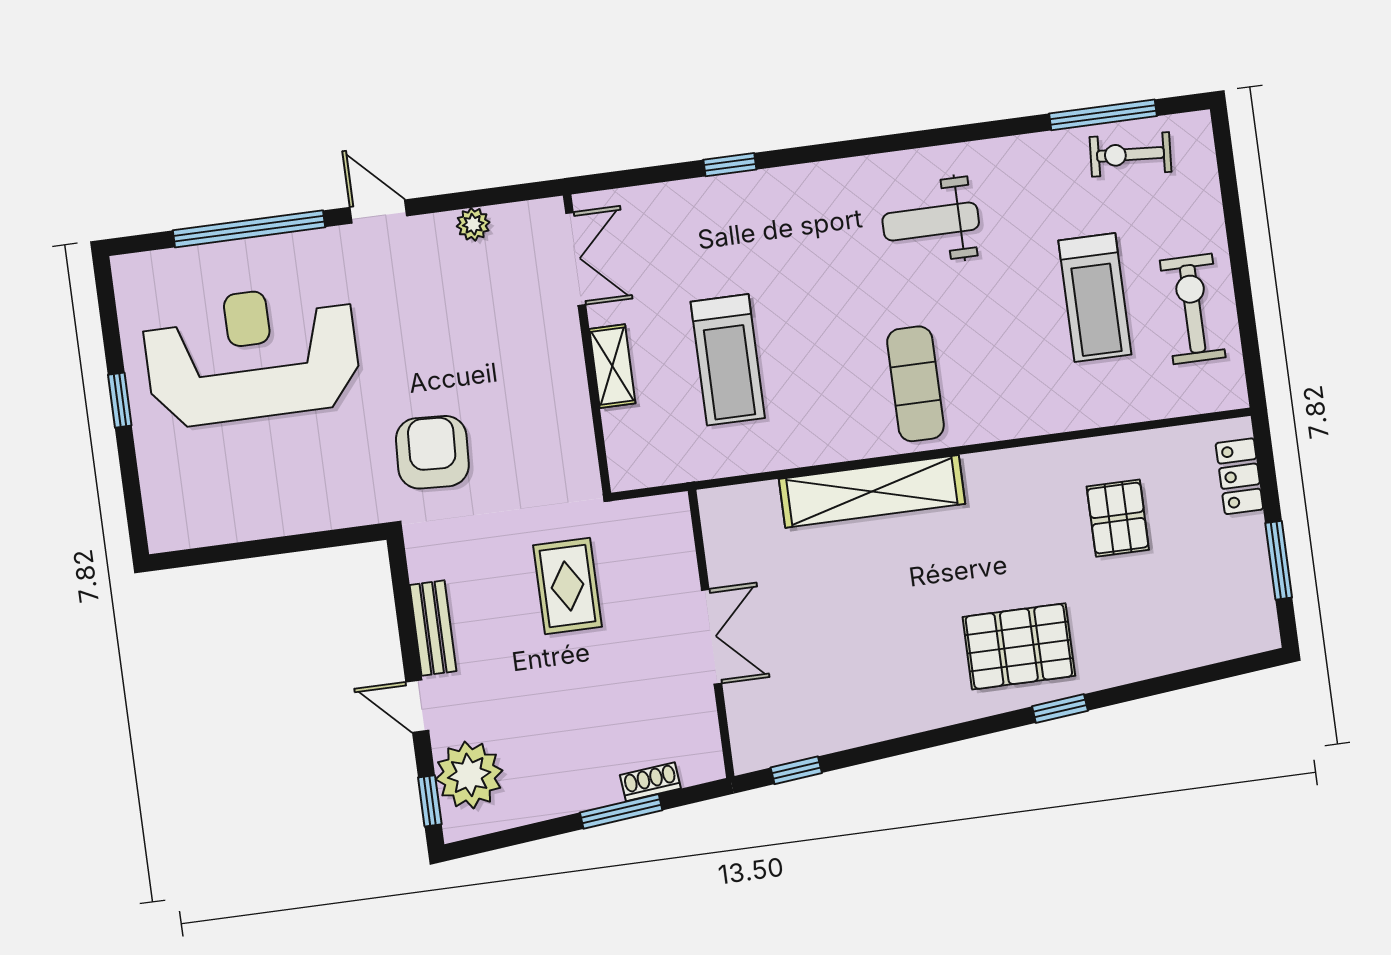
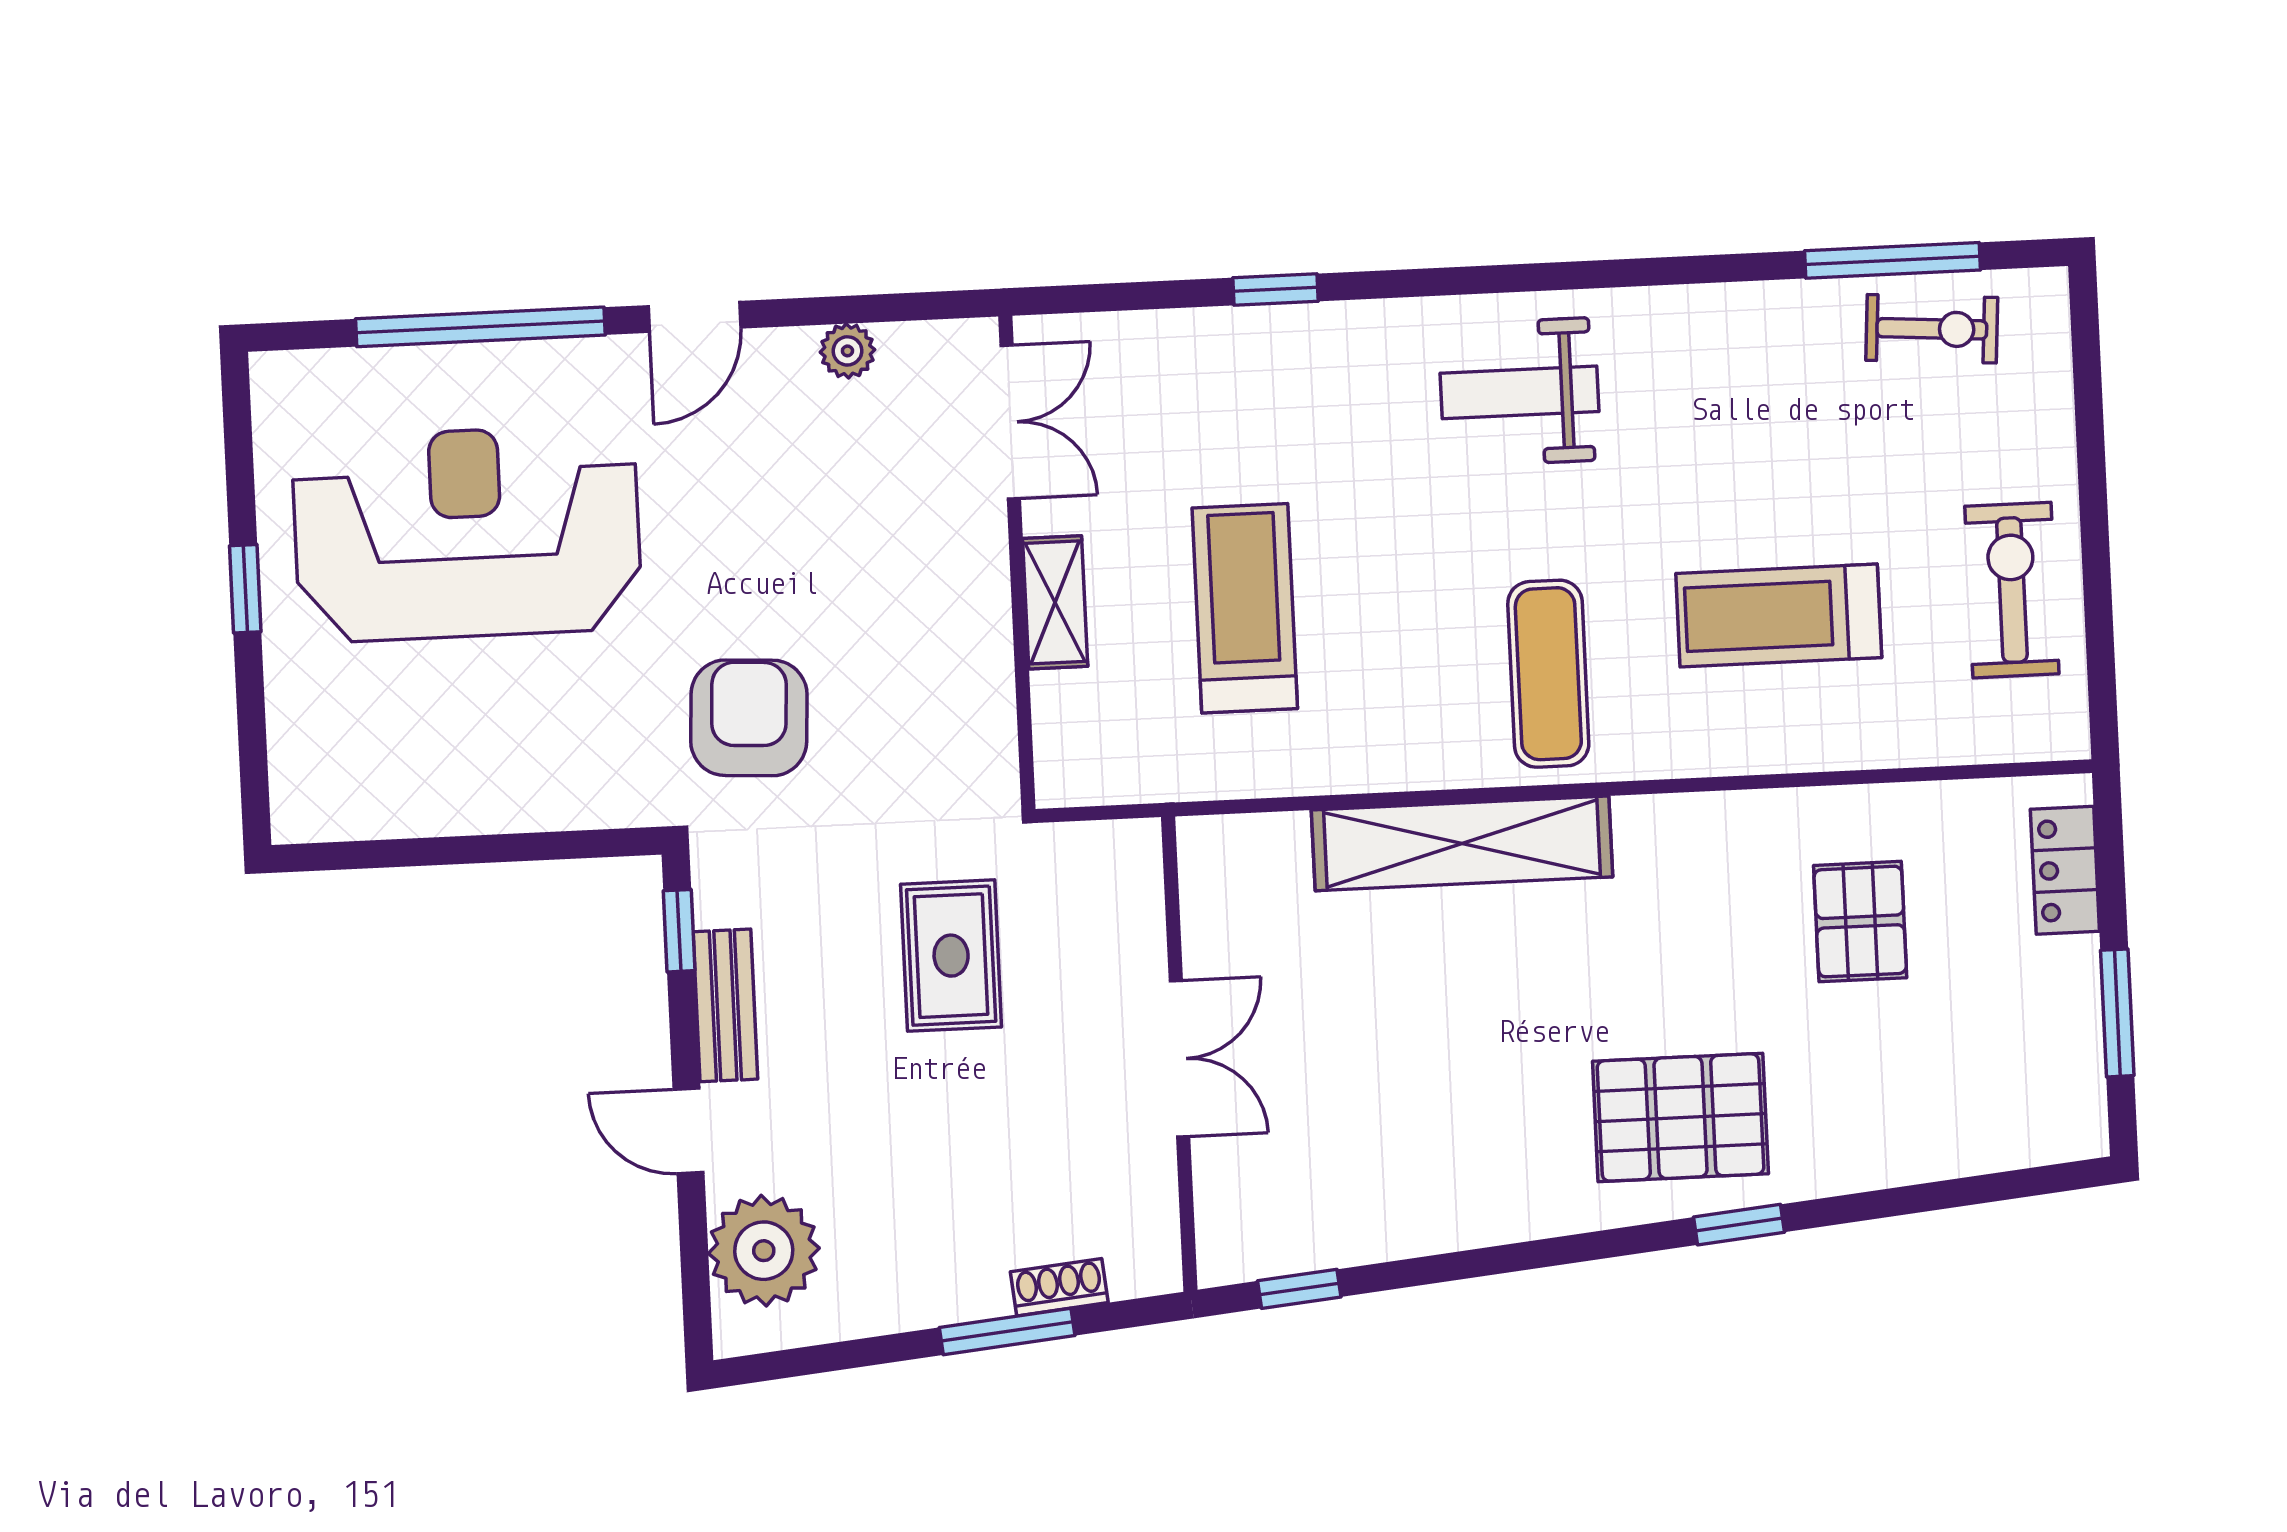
exercise bike: (1130, 154) -> (1932, 329), turned 180
door: (378, 212) -> (694, 317), swing flipped
weight bench: (931, 221) -> (1520, 392), moved
treadmill: (1095, 298) -> (1779, 615), moved, turned 90
treadmill: (728, 360) -> (1245, 608), turned 180
window: (430, 801) -> (679, 931), moved

